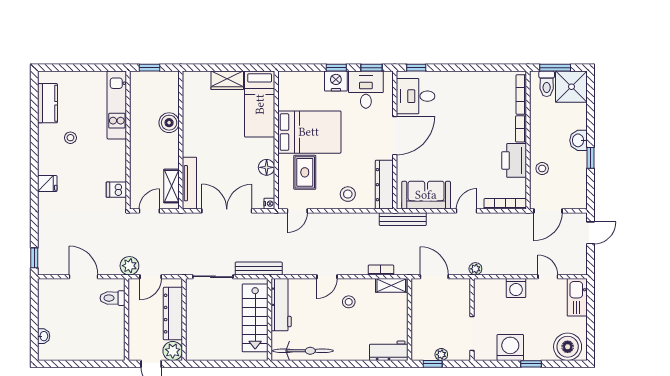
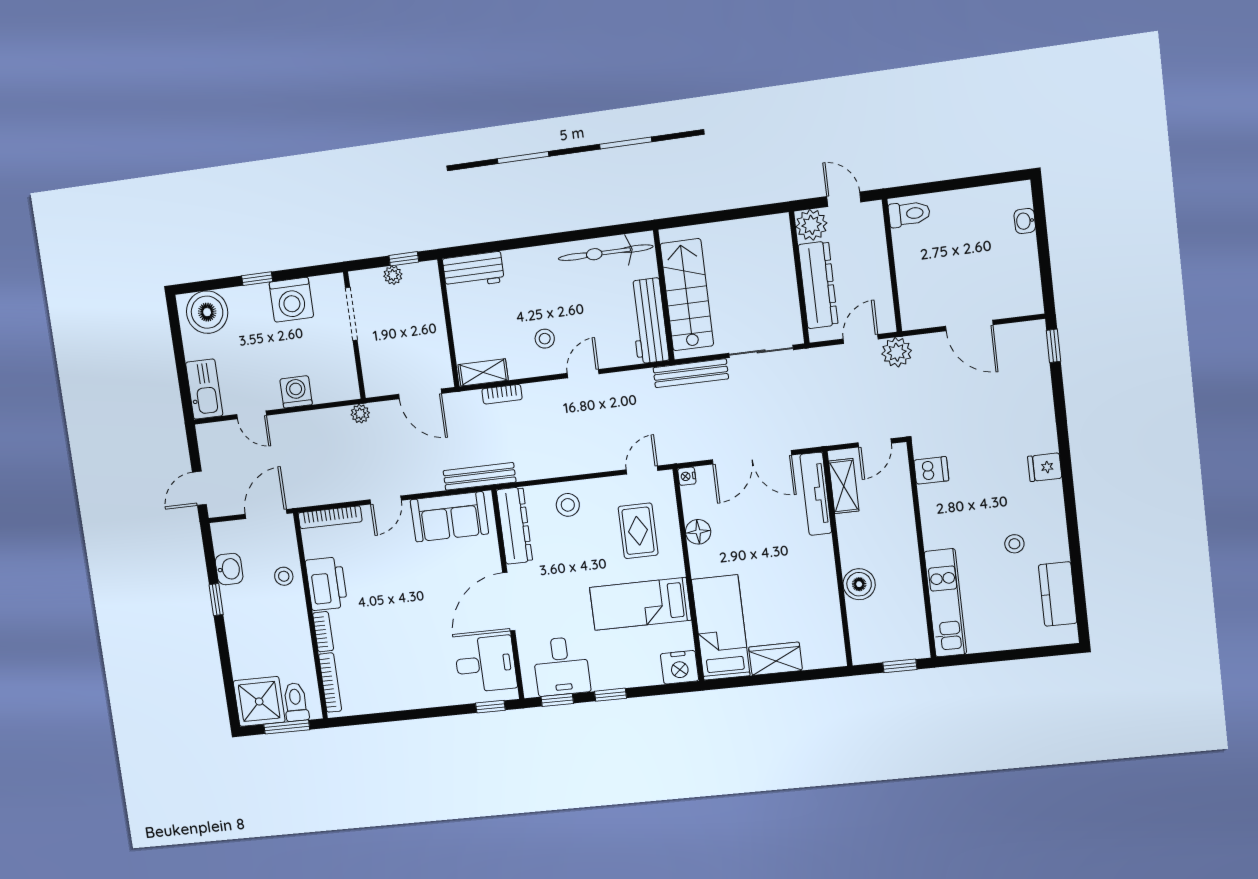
nightstand: (336, 81) -> (679, 667), moved
bed: (309, 132) -> (640, 604), width x0.67
washbasin: (579, 140) -> (229, 569), moved
toilet: (112, 298) -> (909, 214), moved

